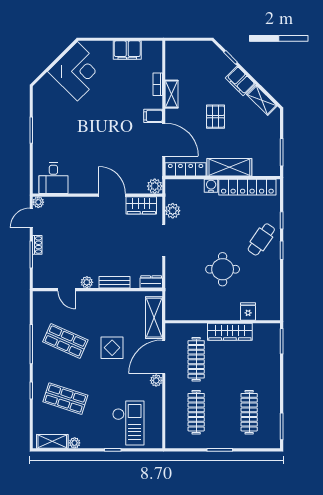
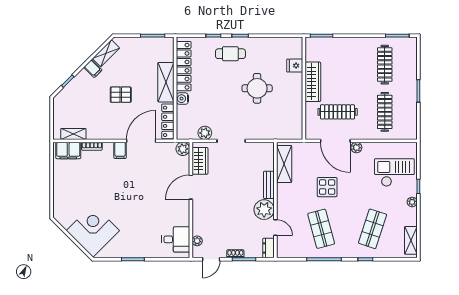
filing cabinet: (127, 50) -> (68, 150), moved, turned 90
corner desk: (77, 71) -> (93, 231), moved
filing cabinet: (240, 81) -> (93, 69), width x0.50
shelving: (171, 94) -> (73, 134), moved
plant: (38, 202) -> (197, 241), moved
door: (31, 218) -> (211, 259), hinge flipped
cafe table: (261, 239) -> (230, 54), turned -35
plant: (87, 282) -> (264, 210), width x1.88, depth x1.88
dresser: (151, 282) -> (268, 248), moved
door: (67, 290) -> (275, 228), hinge flipped
shelving: (154, 318) -> (284, 164), moved, turned 90
shop shelf: (65, 341) -> (321, 229), turned -39
clothes rail: (196, 412) -> (385, 112), turned 90
clothes rail: (249, 412) -> (385, 65), turned 90
plant: (75, 443) -> (412, 202), moved

